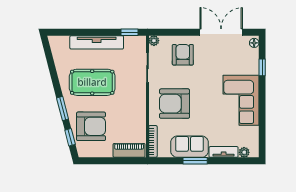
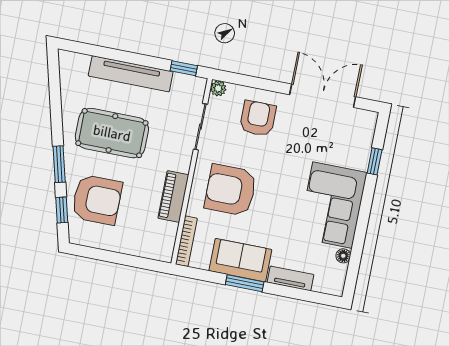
floor lamp: (254, 43) -> (343, 256), moved
piano: (129, 150) -> (173, 197), moved, turned -90
plant: (244, 152) -> (322, 285), removed

